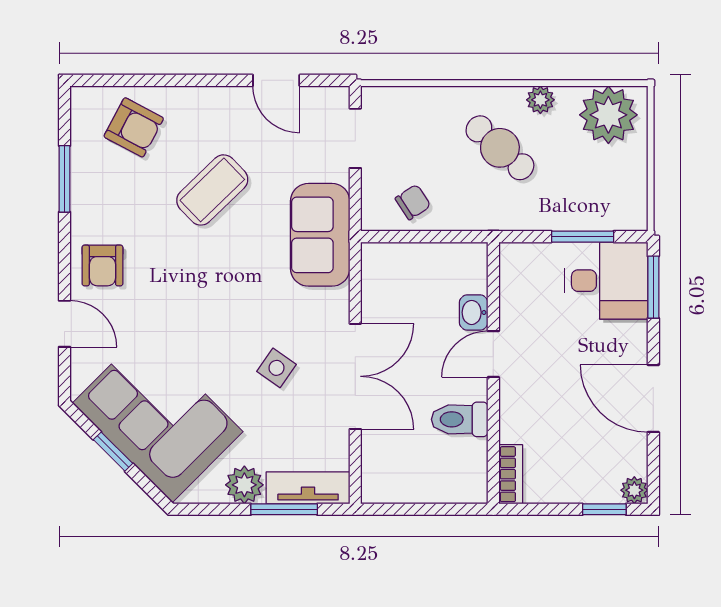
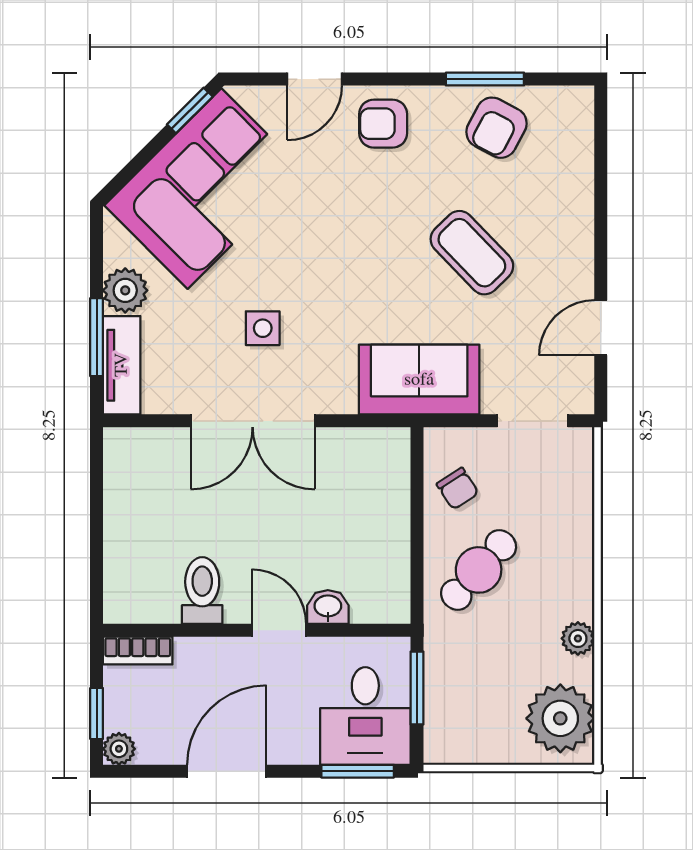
armchair: (134, 127) -> (496, 128), moved
cafe table: (500, 148) -> (479, 570), moved
washbasin: (474, 312) -> (328, 607), moved
door: (493, 354) -> (279, 630), moved
side table: (276, 368) -> (263, 328), turned -35
wall: (493, 373) -> (257, 630), moved
toilet: (460, 419) -> (202, 590), moved
window: (113, 452) -> (190, 111), moved
bookcase: (511, 474) -> (138, 651), moved

